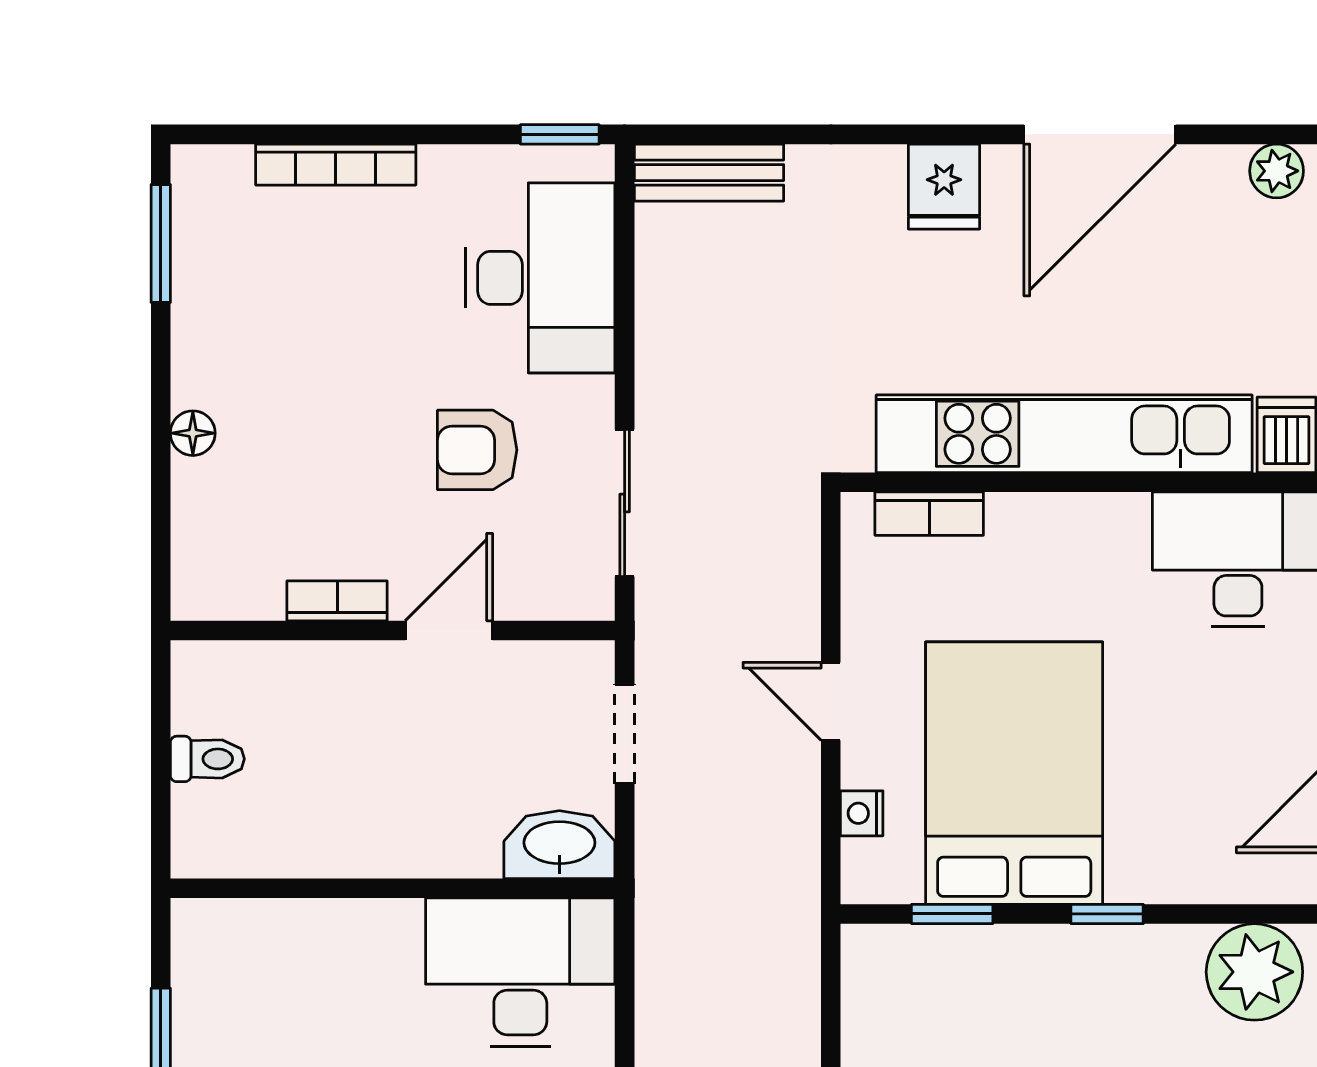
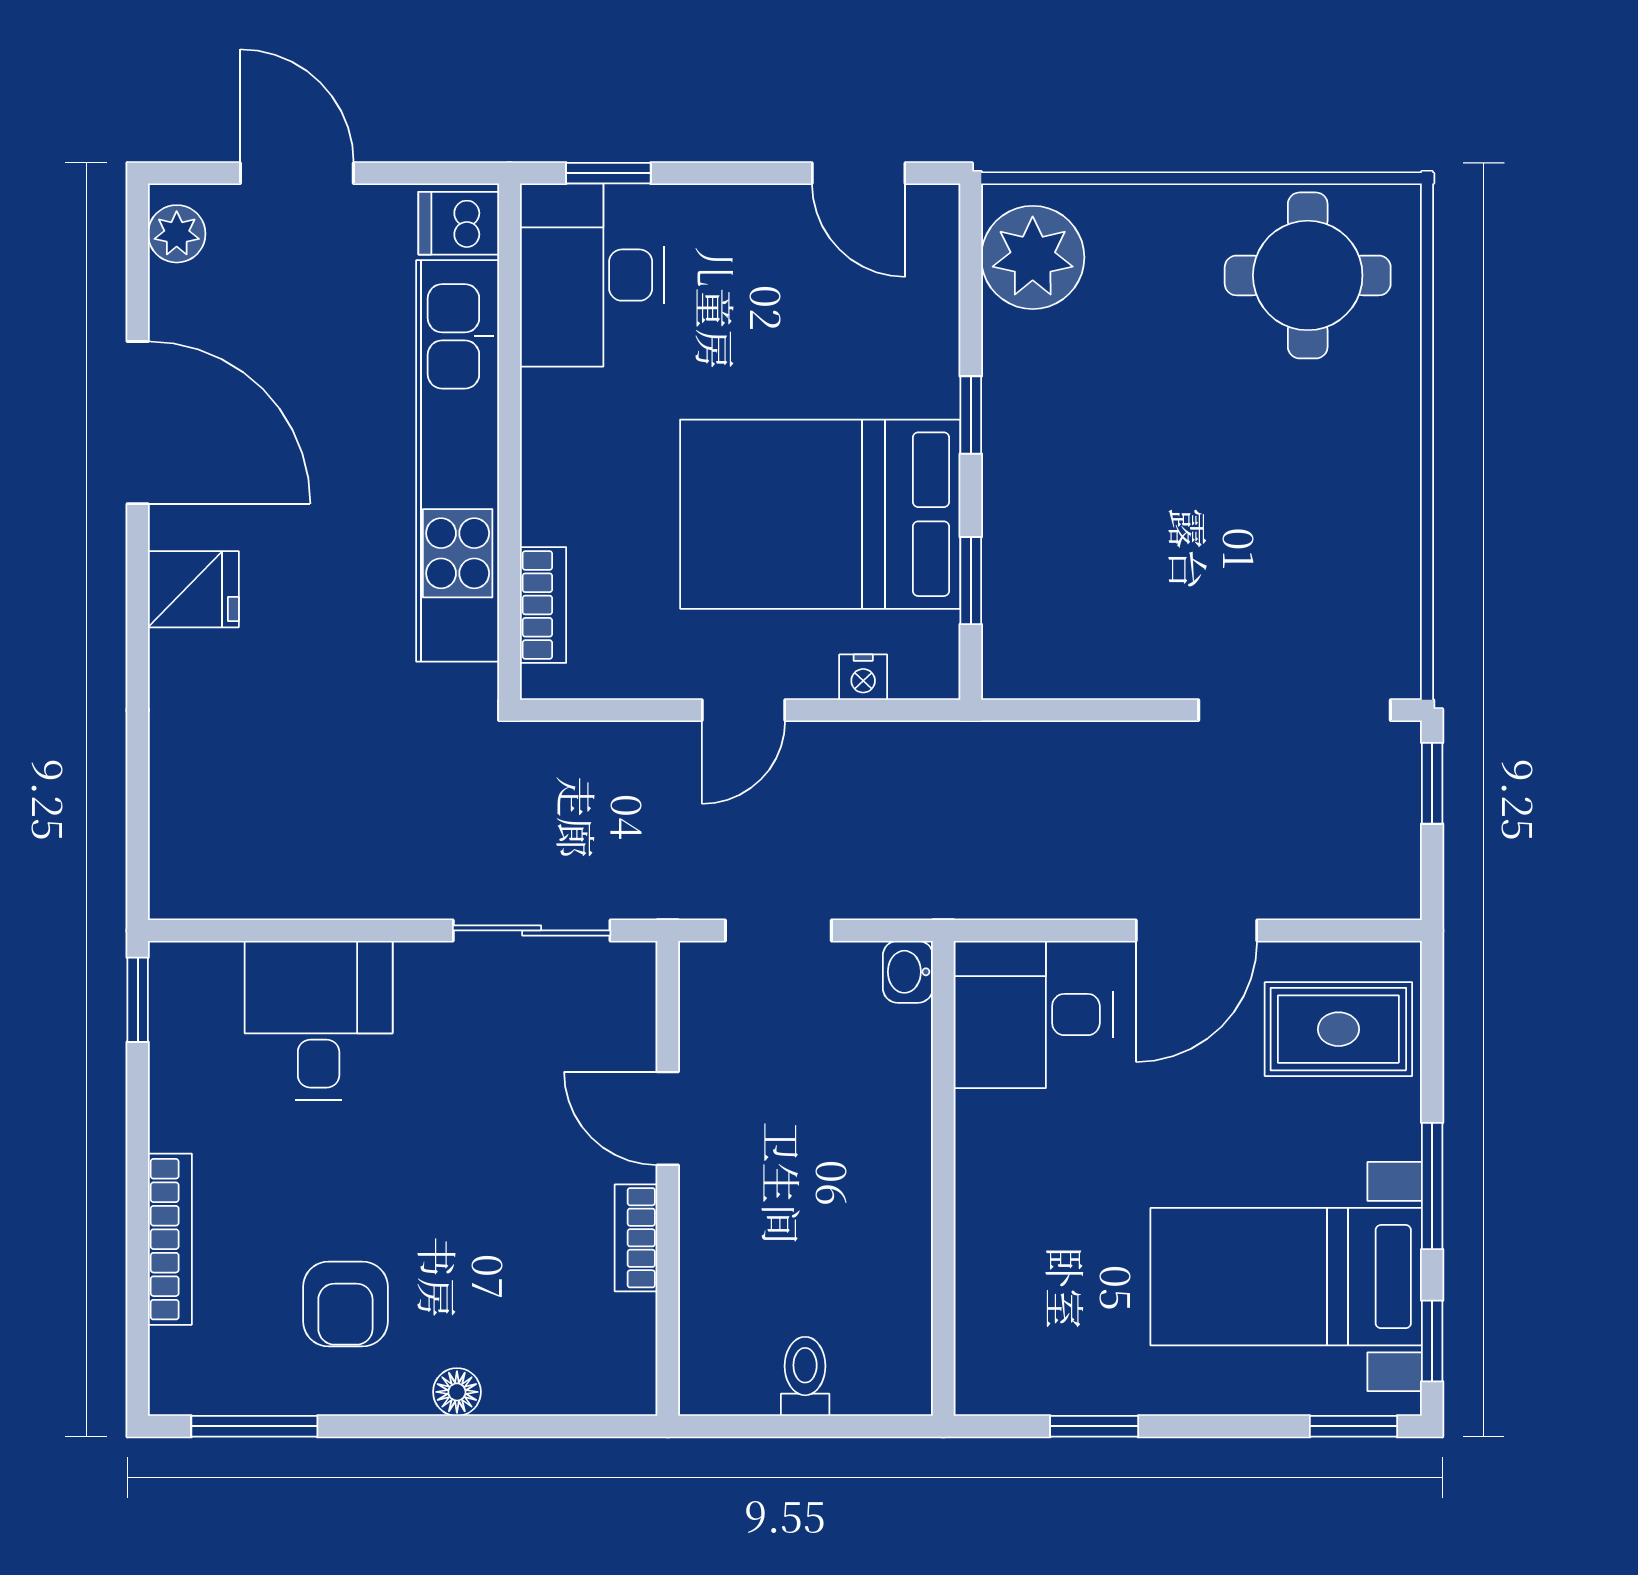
bench: (709, 173) -> (178, 840), removed
desk: (540, 278) -> (319, 1021), width x0.73
armchair: (477, 450) -> (345, 1304), moved
washbasin: (559, 845) -> (908, 972), width x0.52, depth x0.69
desk: (520, 972) -> (1033, 1015), width x0.73

